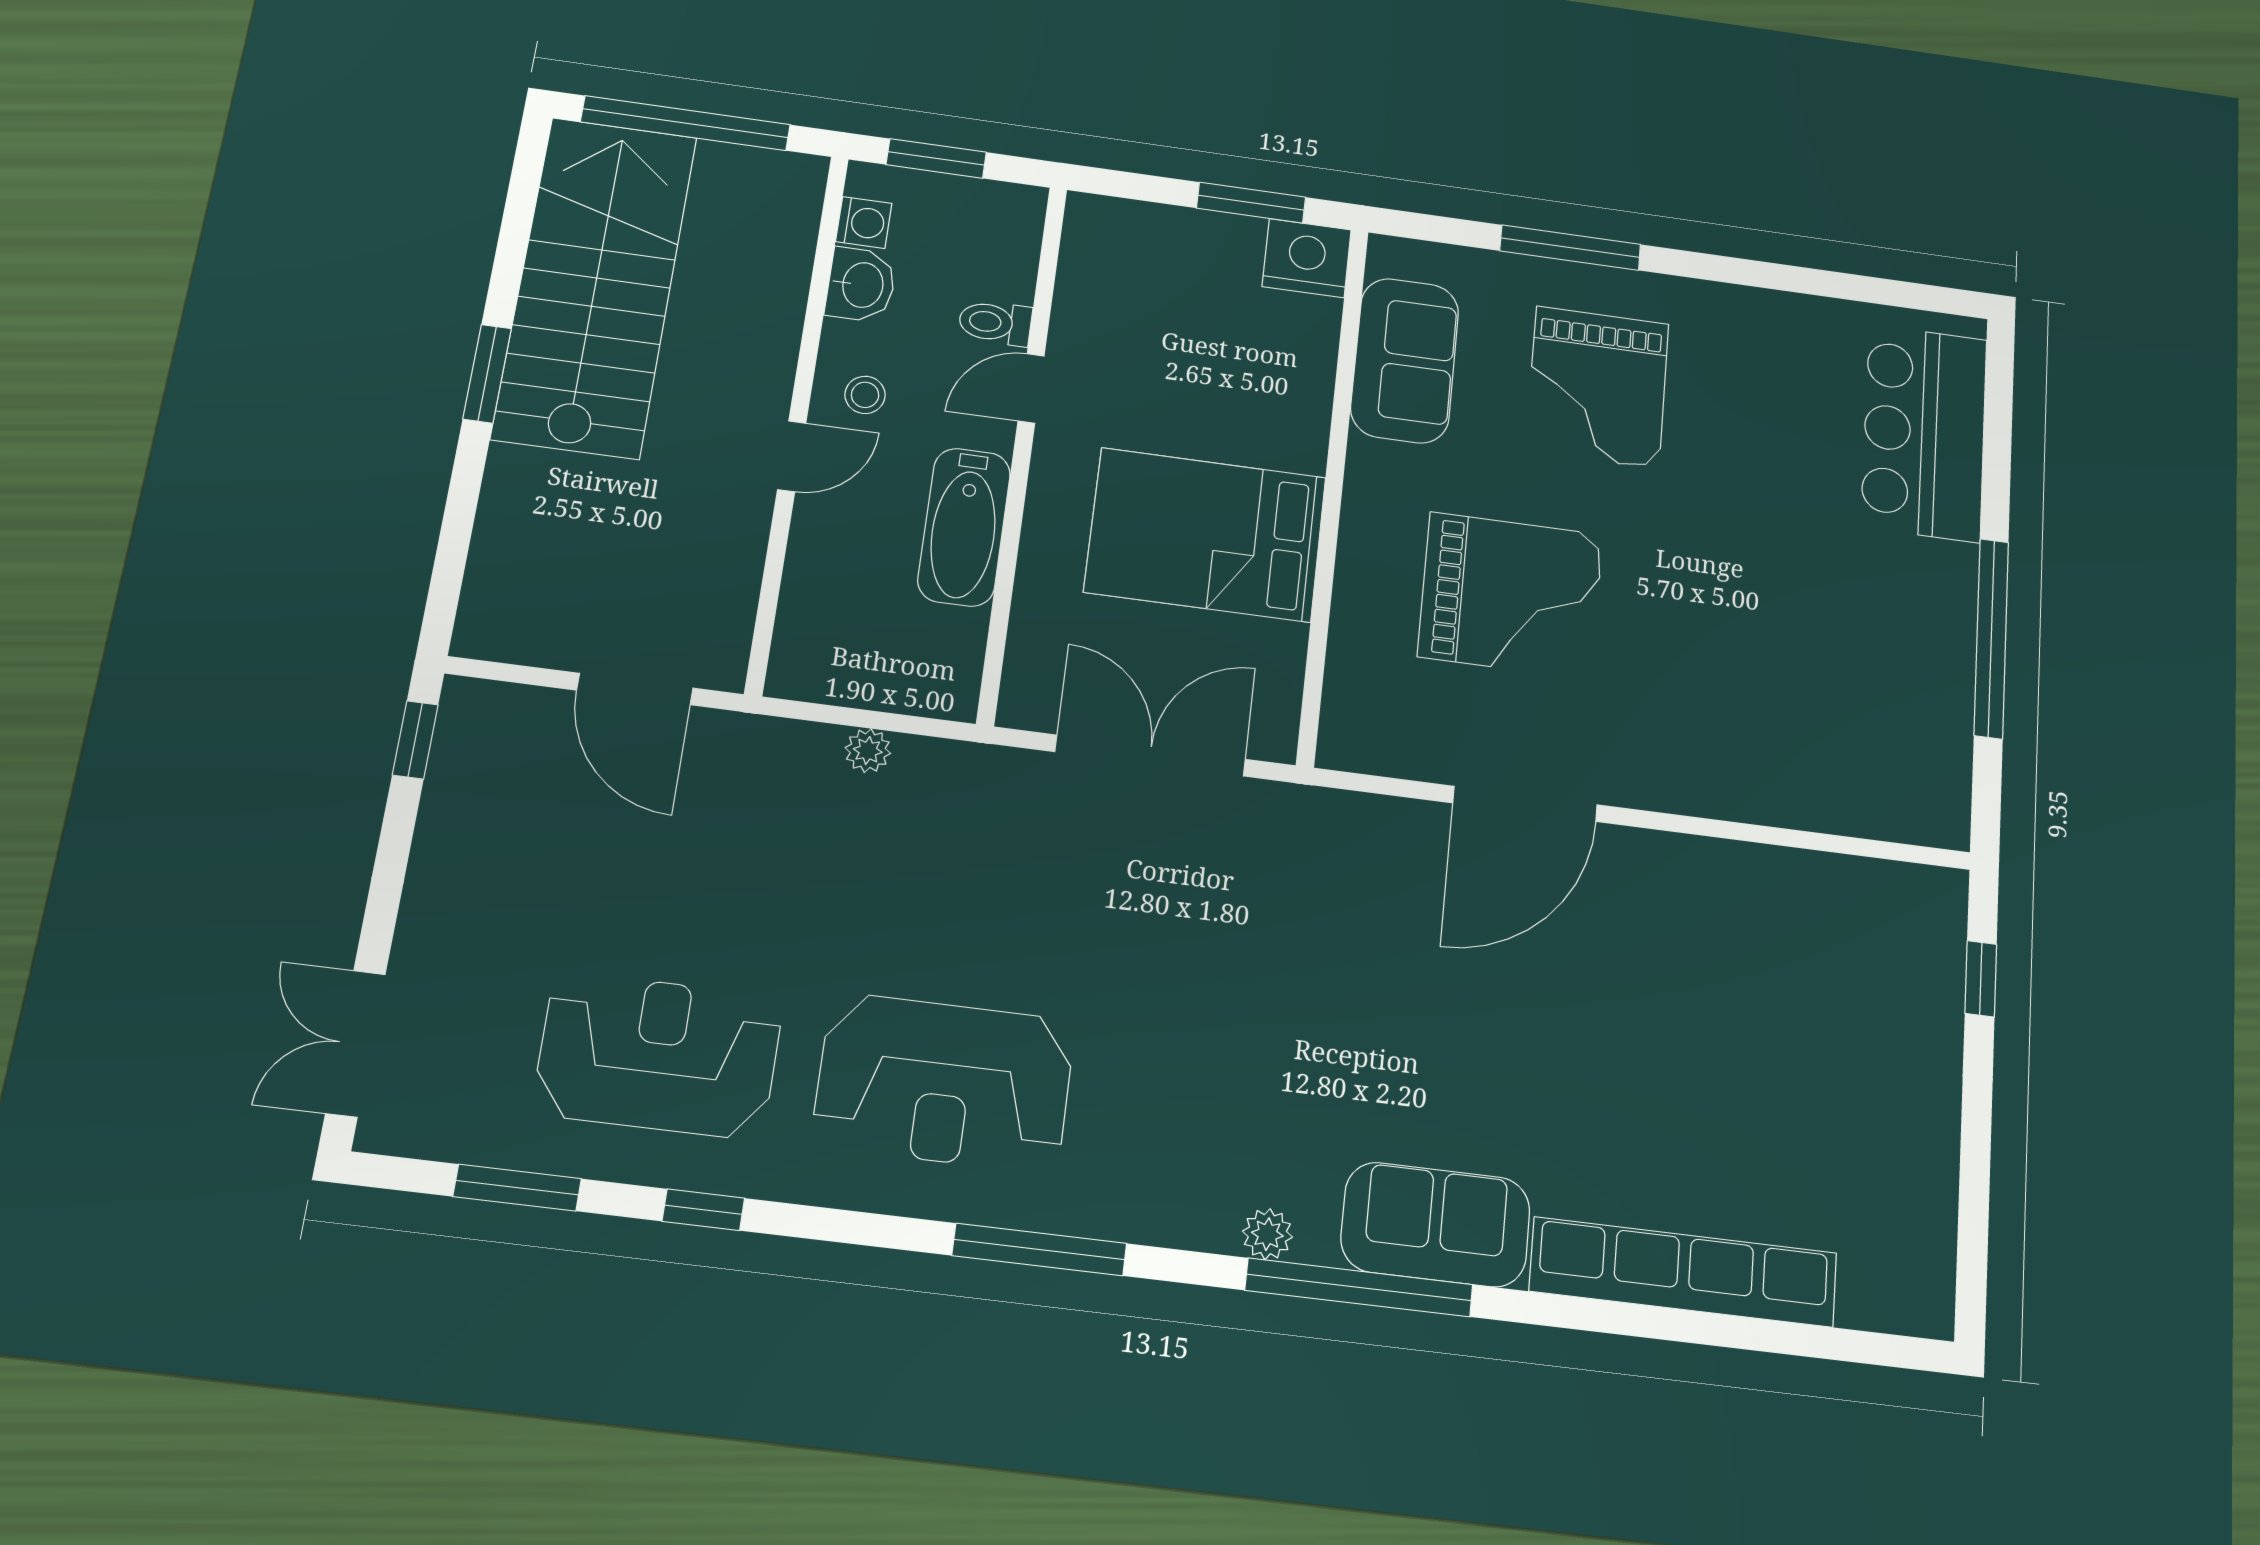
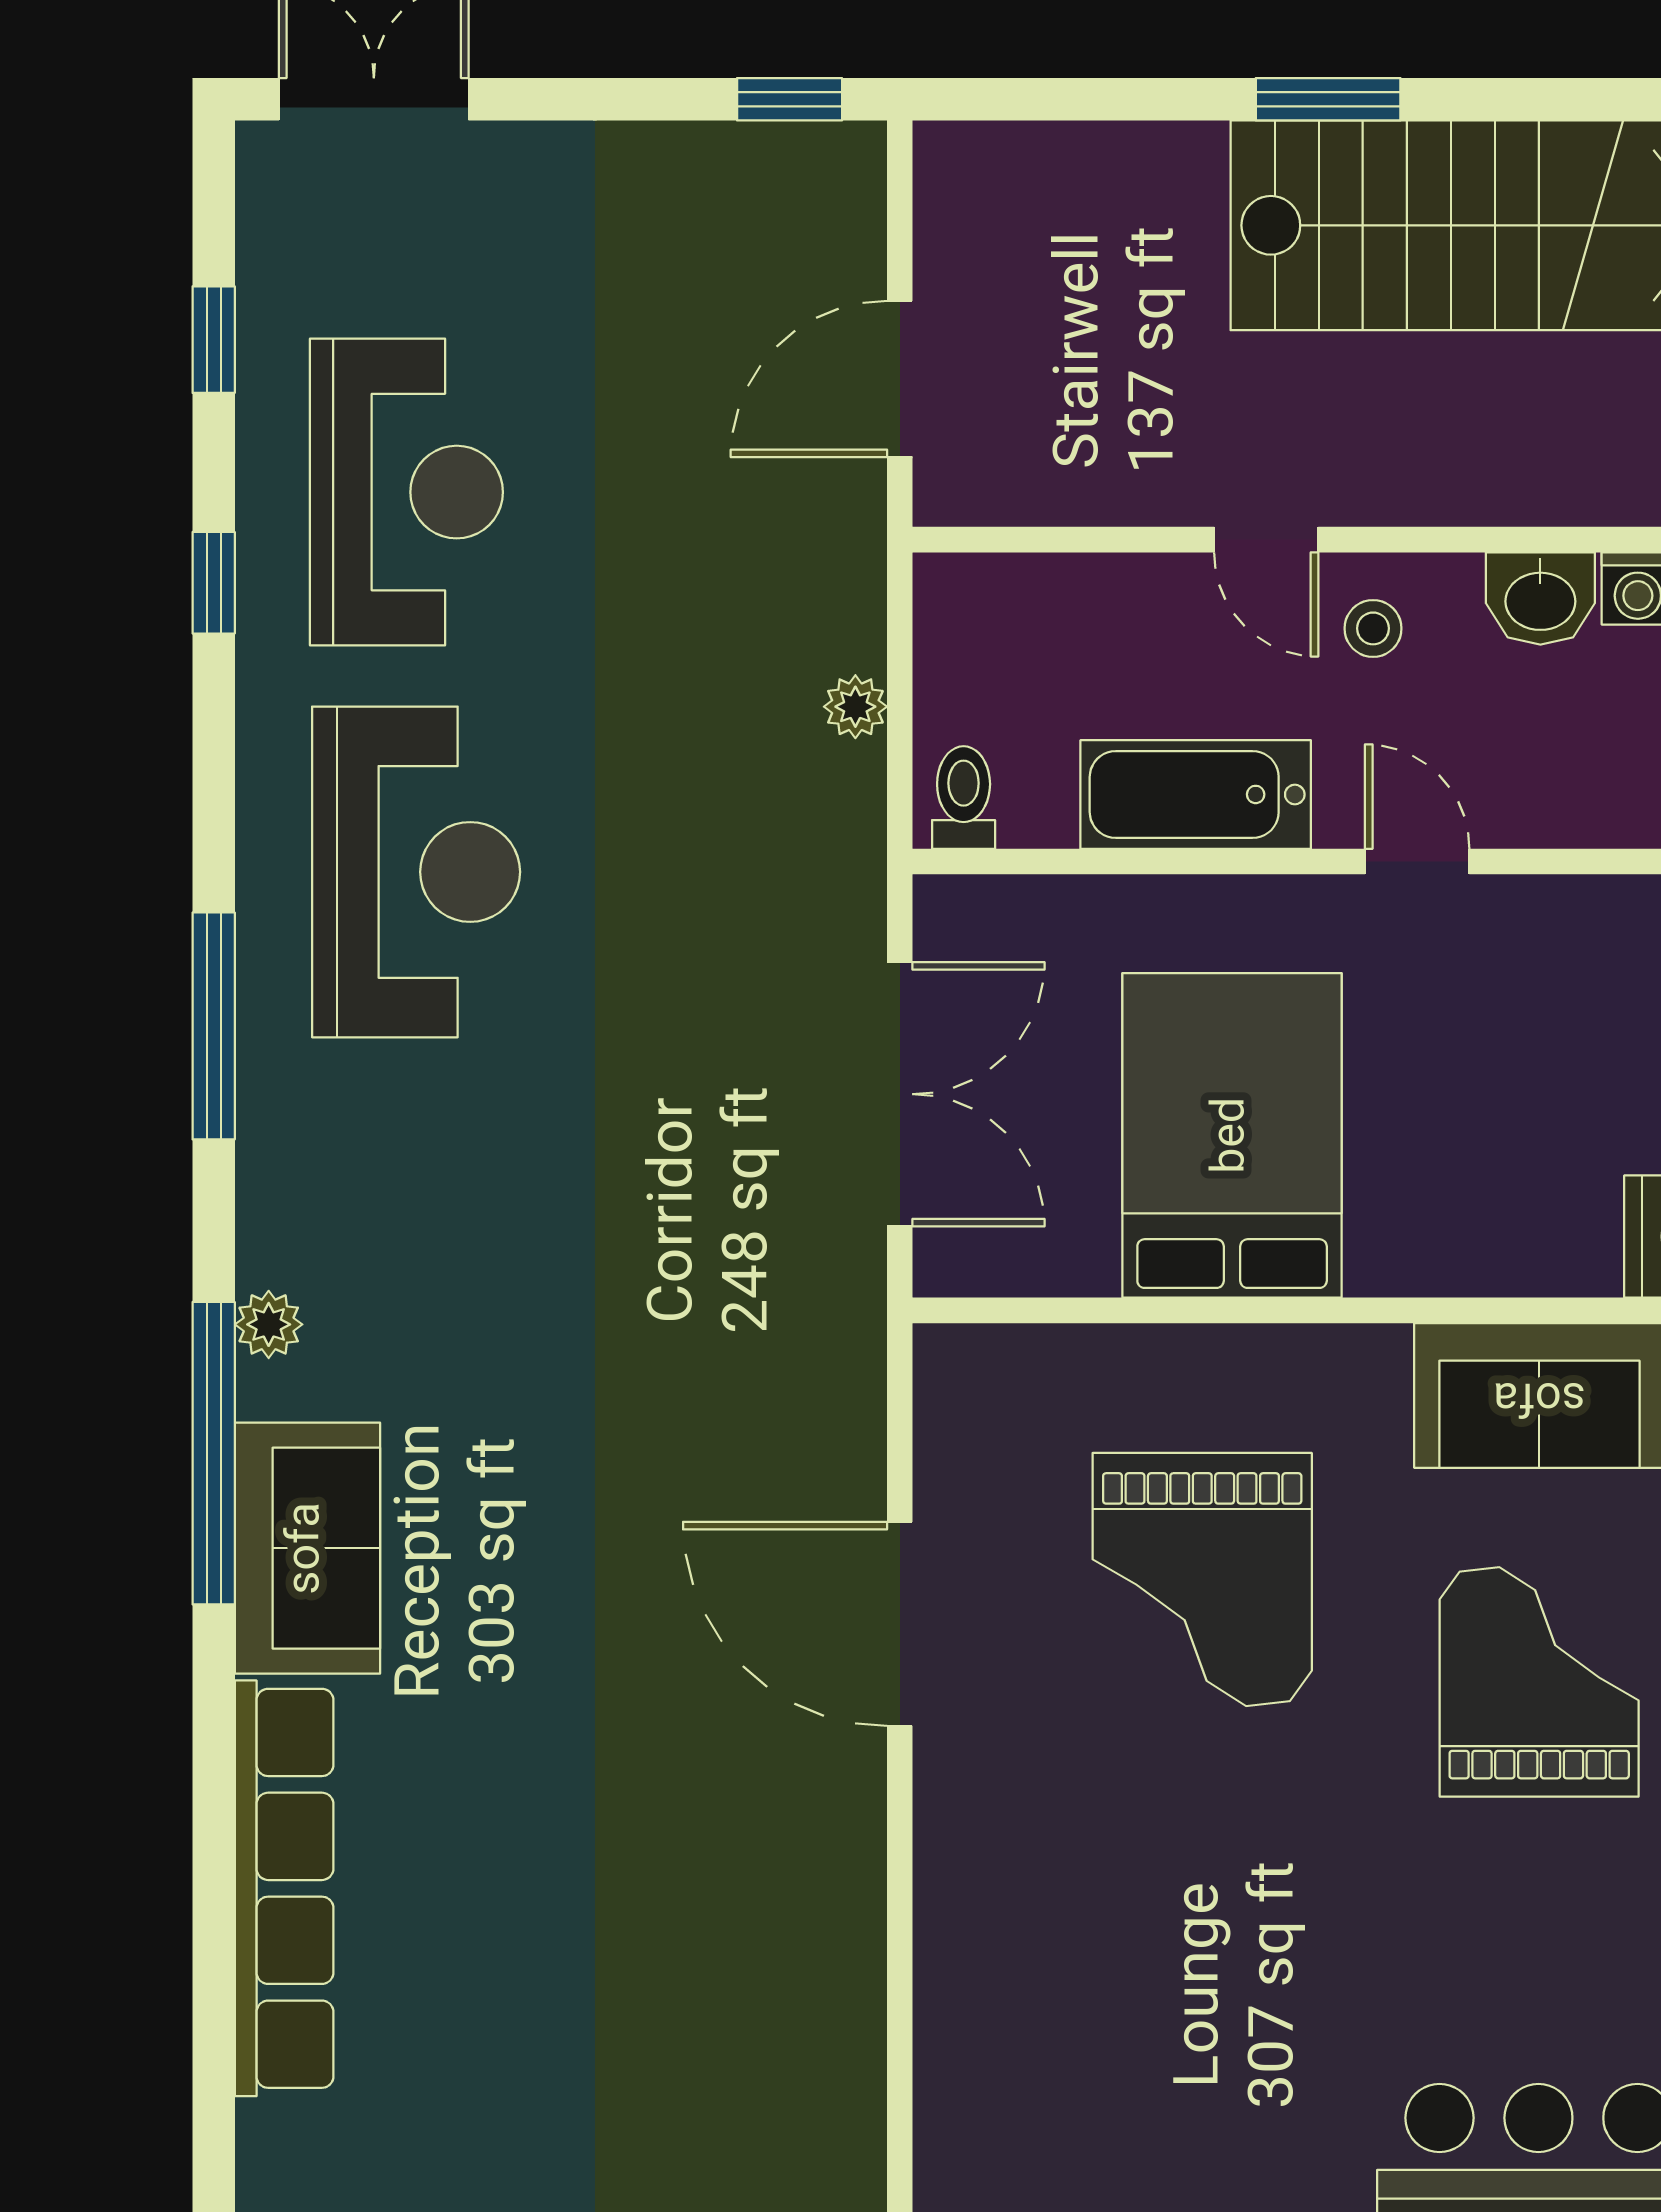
toilet: (995, 323) -> (964, 797), moved
grand piano: (1597, 387) -> (1539, 1682), turned 90
reception desk: (944, 1083) -> (416, 872), turned 180
window: (517, 1188) -> (214, 340), width x0.67

